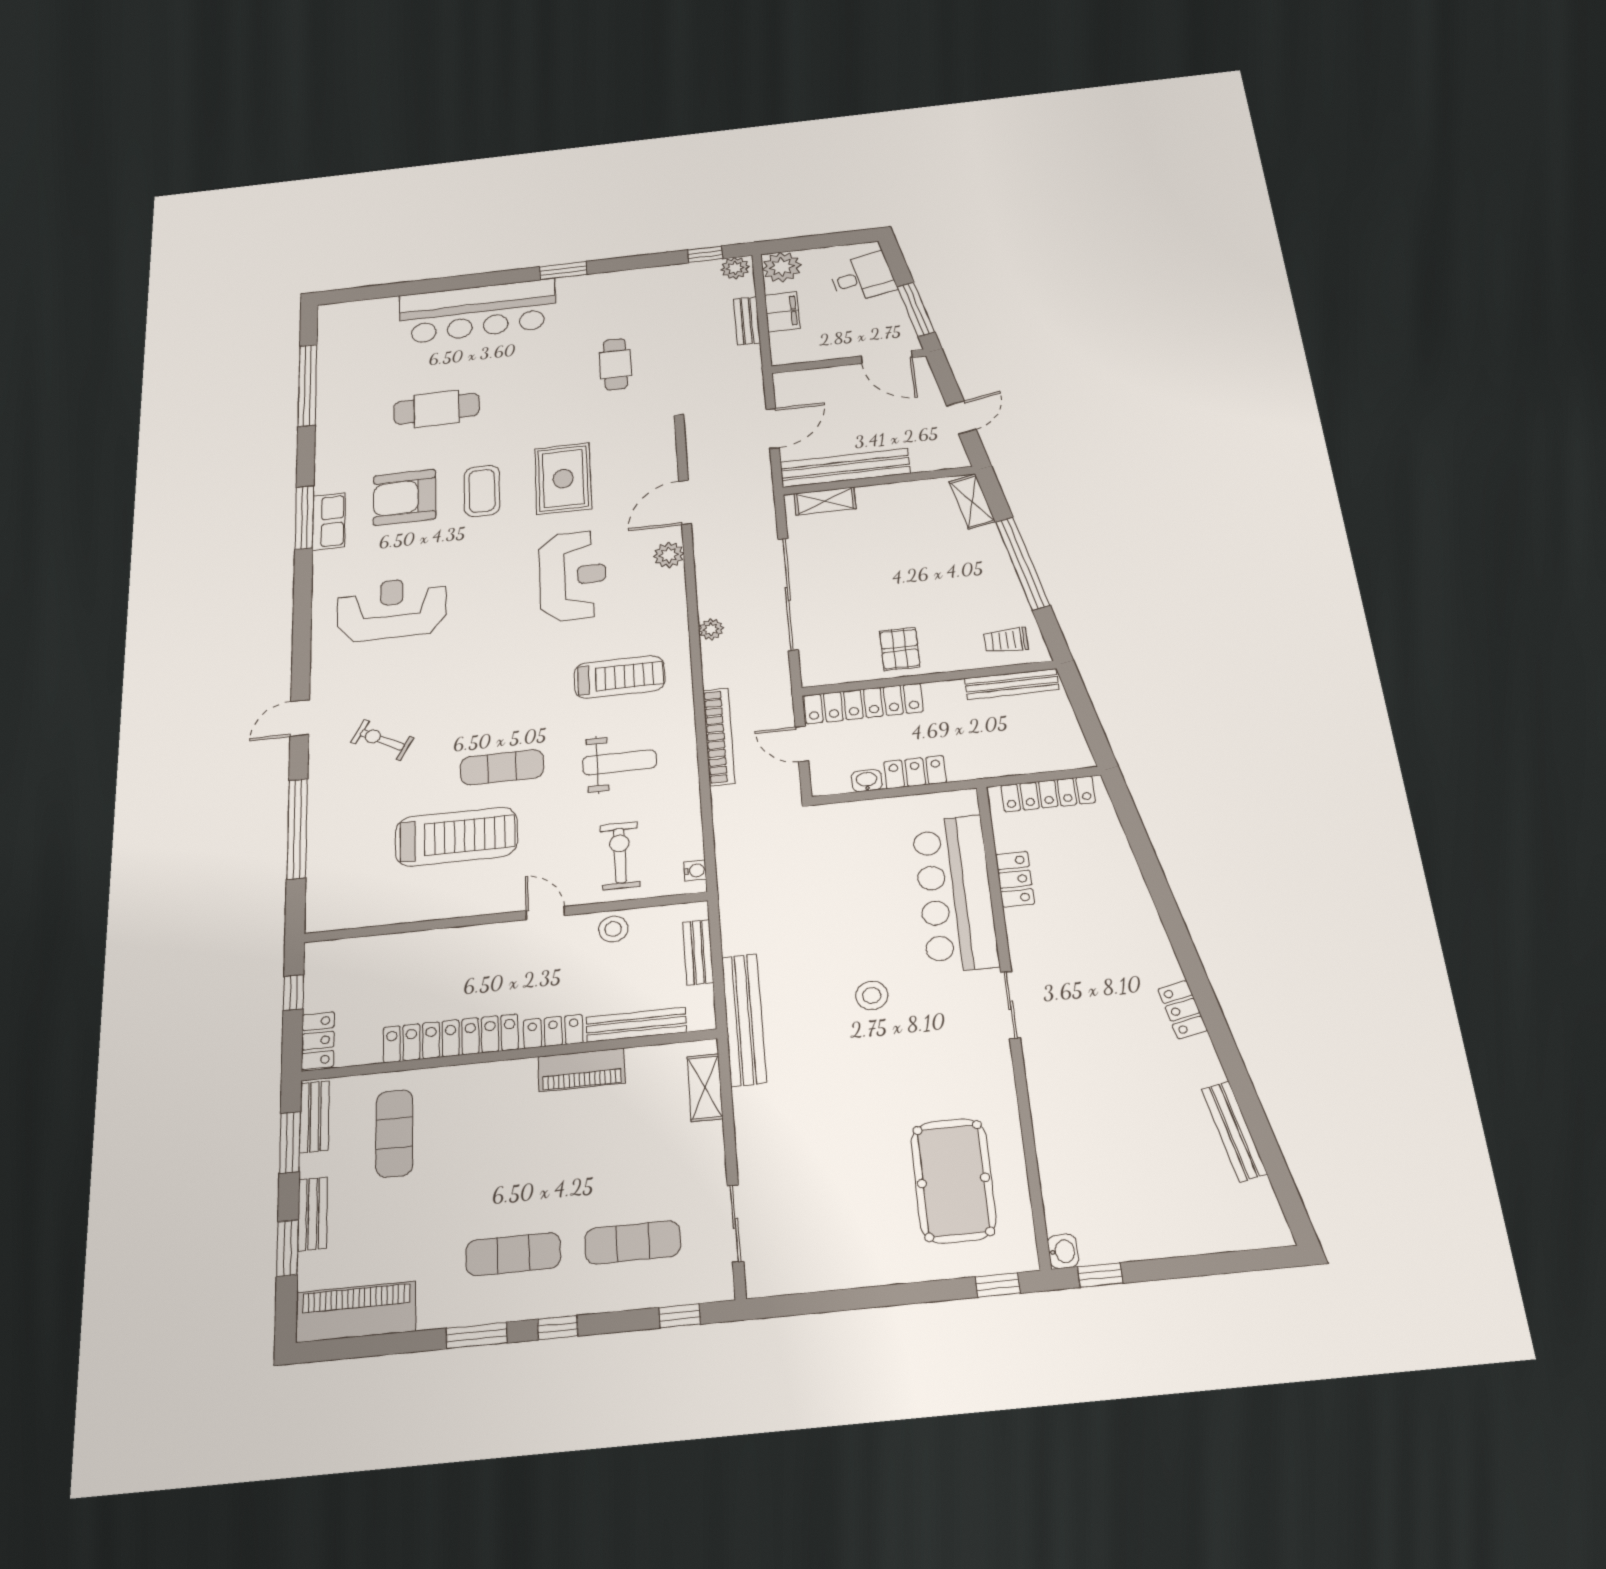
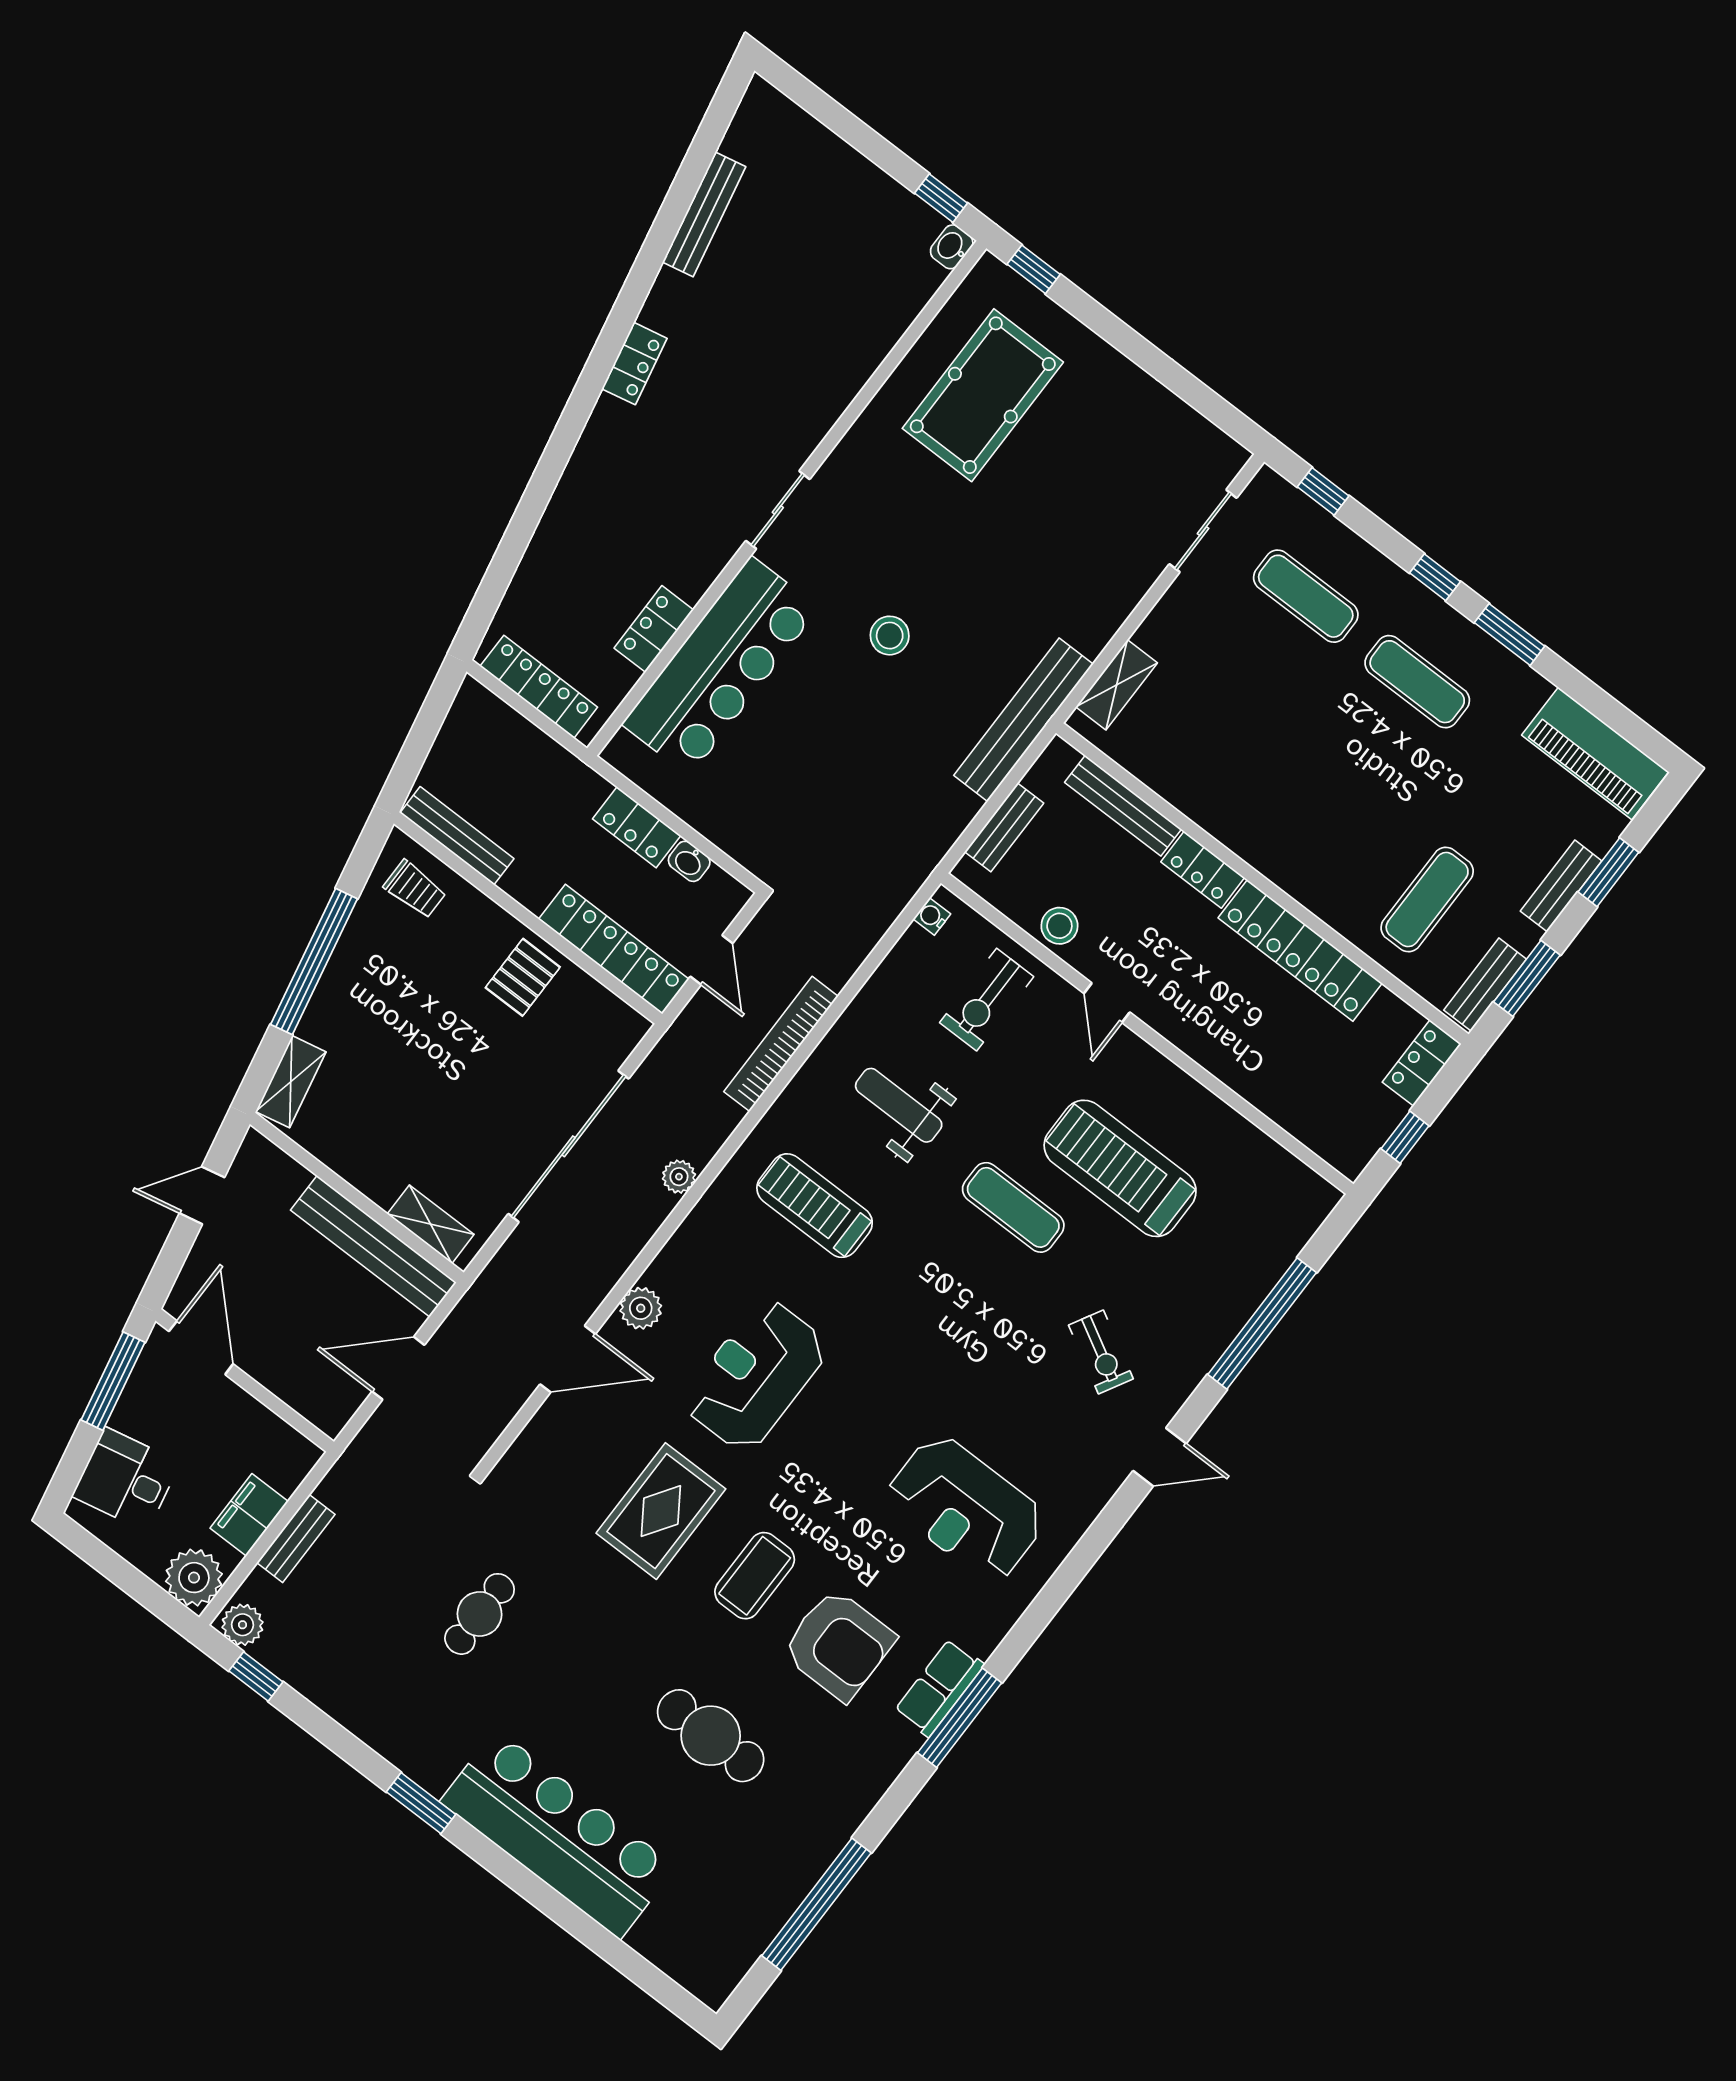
piano: (582, 1070) -> (1210, 806), removed

